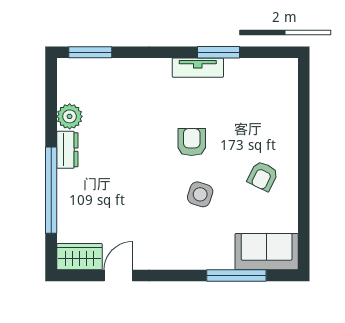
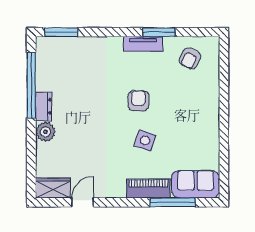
plant: (70, 116) -> (45, 132), moved
armchair: (263, 176) -> (190, 58), moved
window: (51, 190) -> (31, 85), moved
piano: (205, 257) -> (149, 188), added

